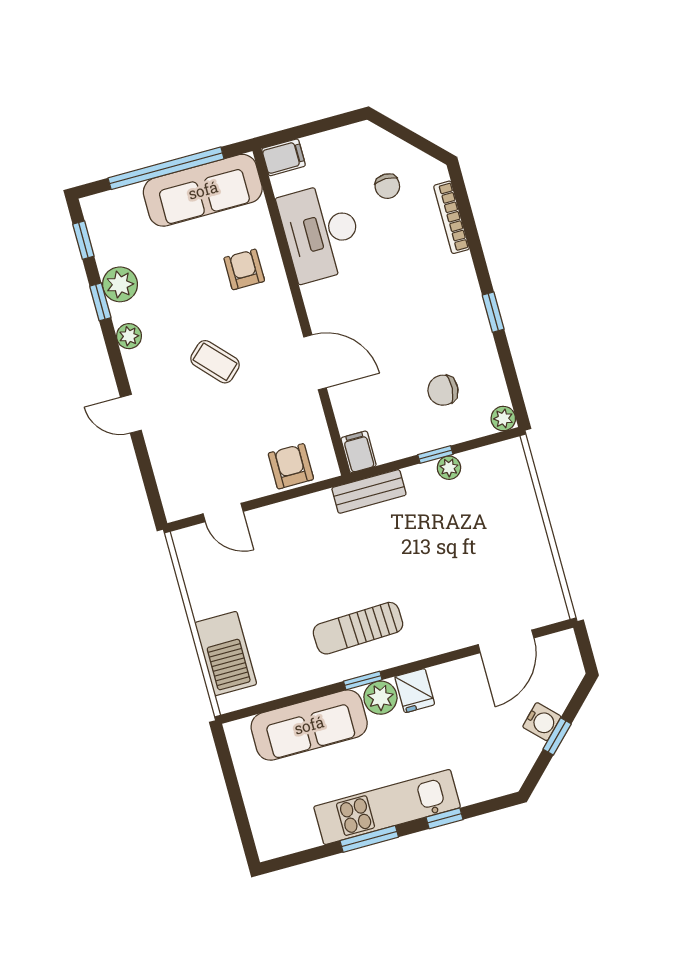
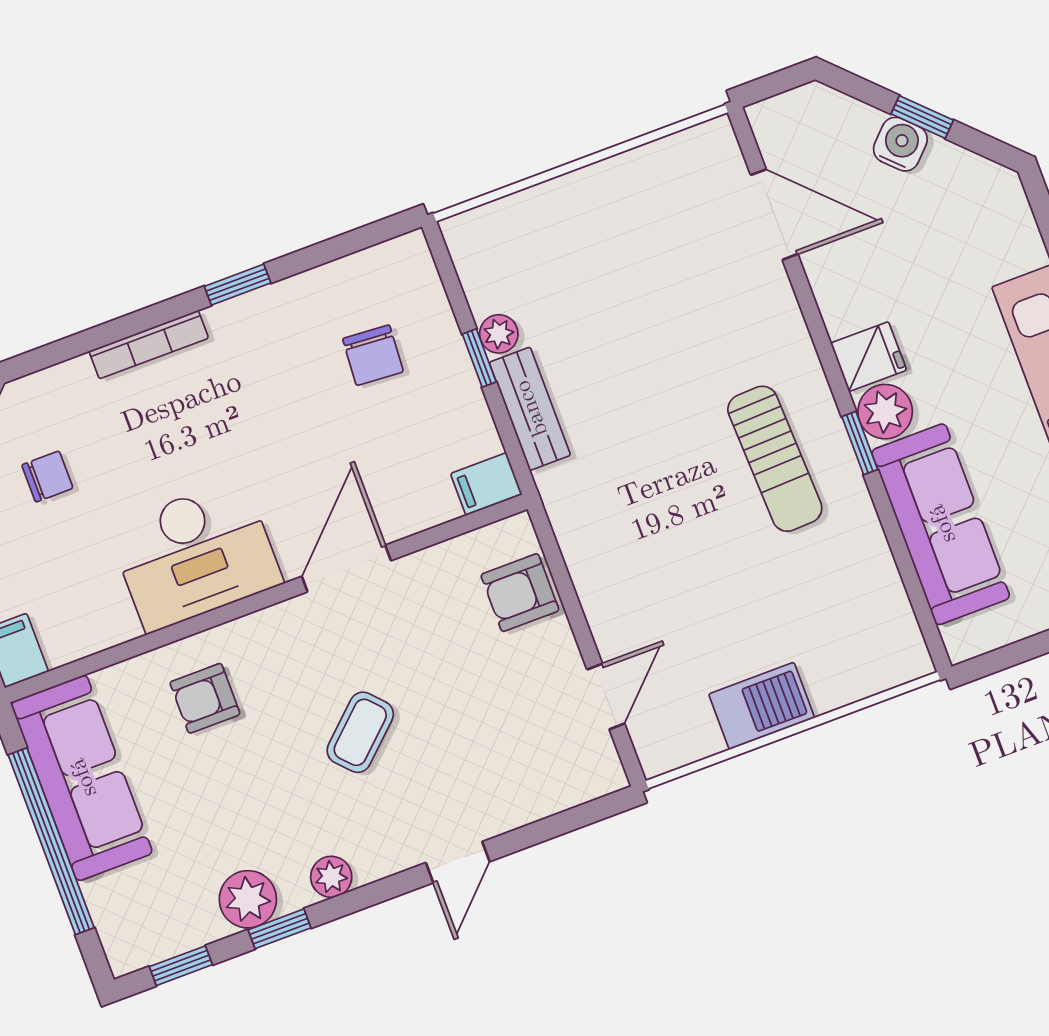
bookcase: (451, 217) -> (149, 345), moved
desk: (321, 232) -> (195, 555), moved
plant: (503, 419) -> (410, 252), removed
bench: (369, 491) -> (530, 409), moved
barbecue: (226, 654) -> (762, 706), moved, width x0.73, depth x0.83

